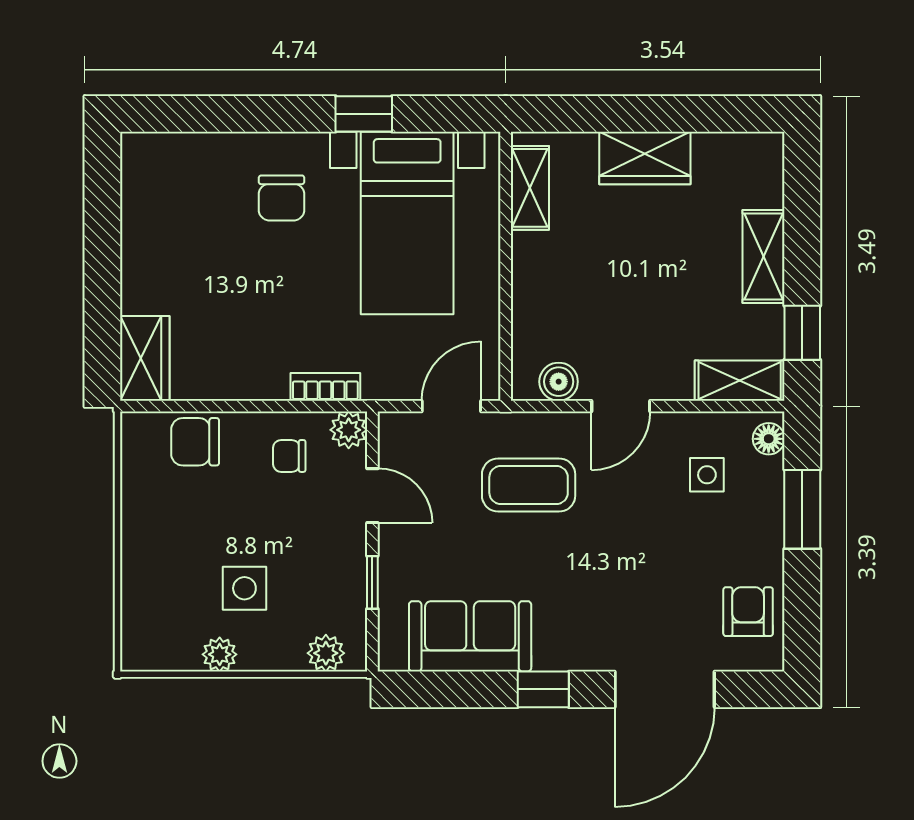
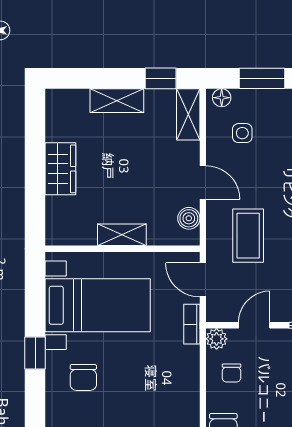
window: (364, 114) -> (35, 353), moved
shelving: (530, 188) -> (122, 235), moved
chair: (282, 198) -> (83, 377), turned 90
bookcase: (325, 387) -> (192, 324), moved

